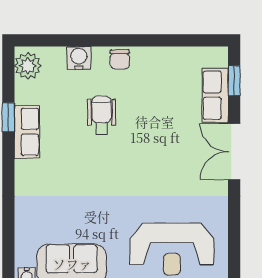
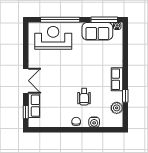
plant: (28, 66) -> (117, 108), moved
row of seats: (27, 132) -> (117, 79), moved

